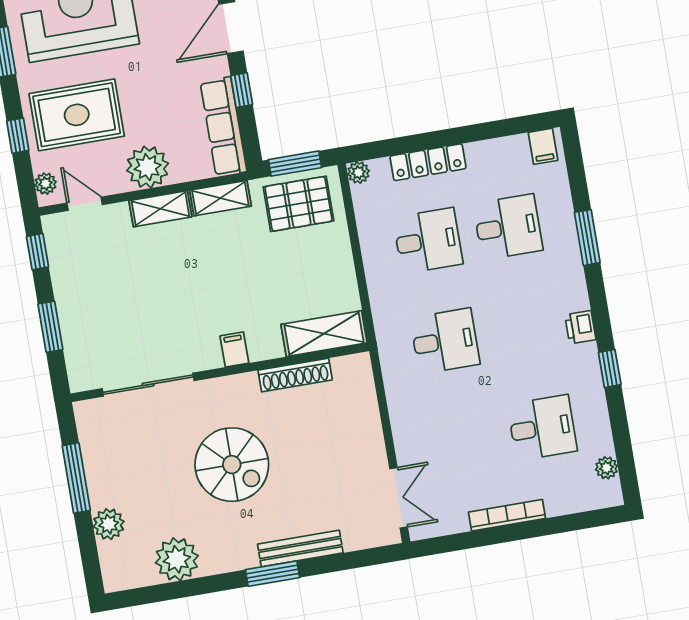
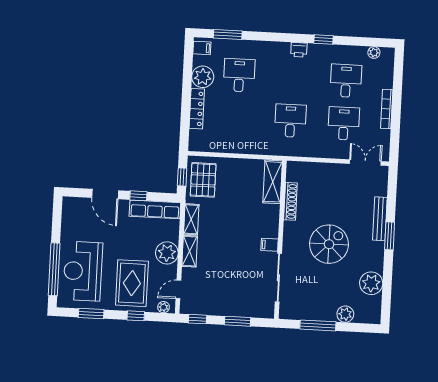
window: (295, 164) -> (182, 177), width x0.67
plant: (358, 172) -> (203, 77), moved, width x1.88, depth x1.88
window: (587, 238) -> (228, 34), moved
desk: (428, 241) -> (344, 123), moved
filing cabinet: (234, 349) -> (270, 245), moved

